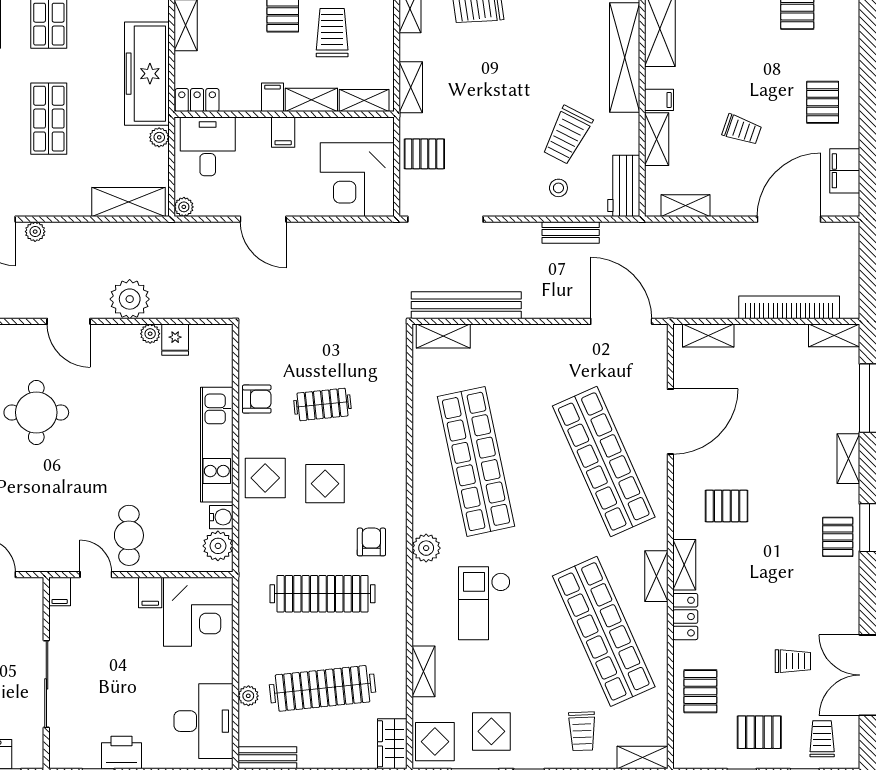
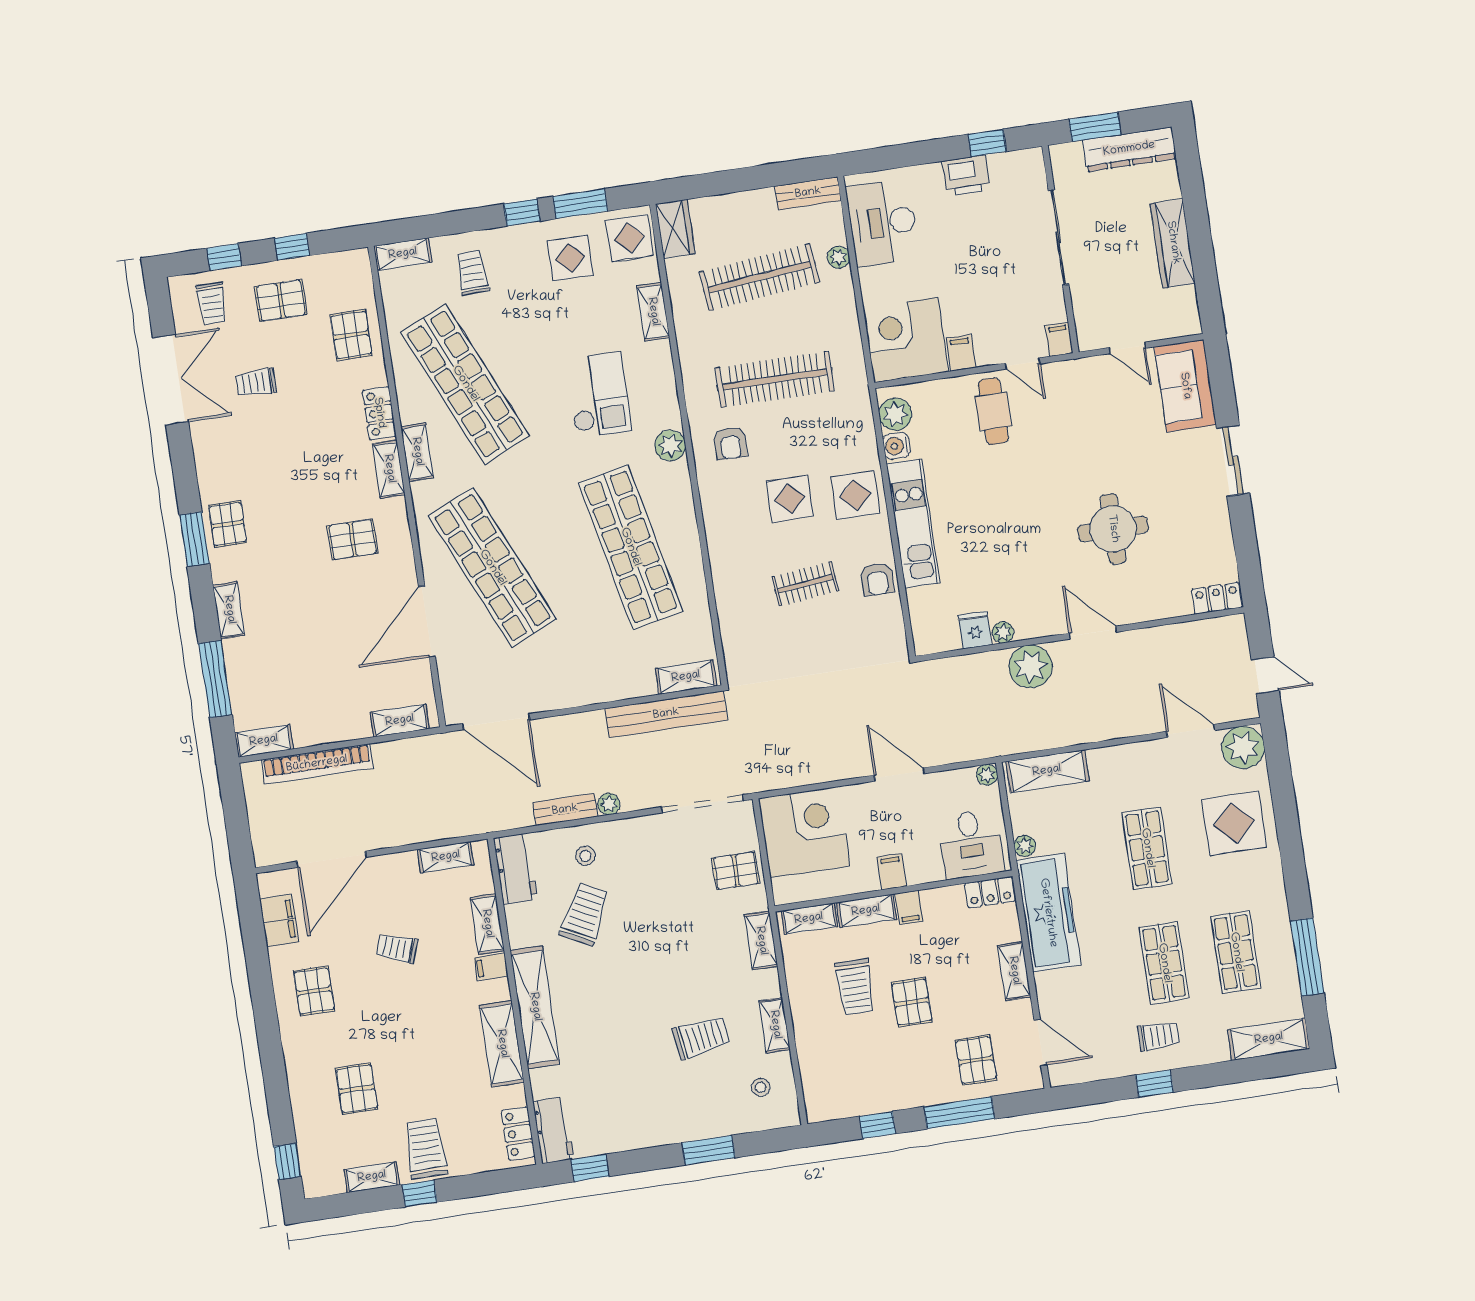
plant: (35, 232) -> (609, 804), moved
armchair: (257, 399) -> (877, 579), turned -90

